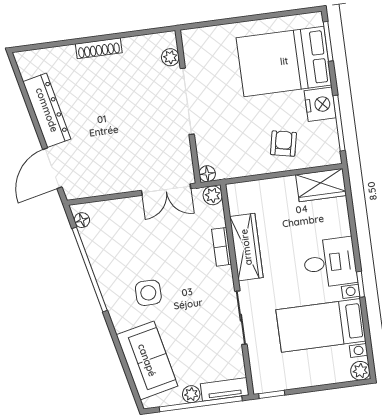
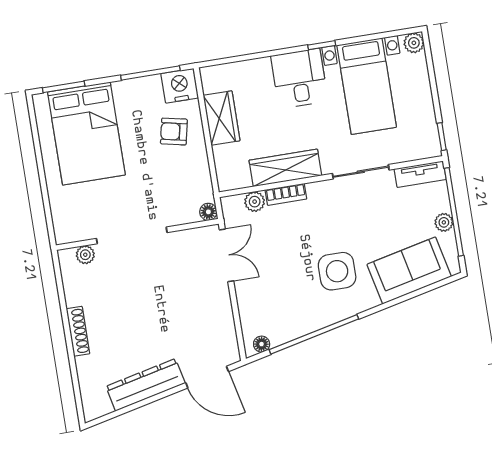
nightstand: (320, 104) -> (180, 86), moved
wardrobe: (321, 185) -> (222, 118), moved
plant: (213, 195) -> (255, 202), moved
side table: (148, 293) -> (337, 271), width x1.37, depth x1.37
tv unit: (225, 389) -> (420, 174), moved, turned -90

